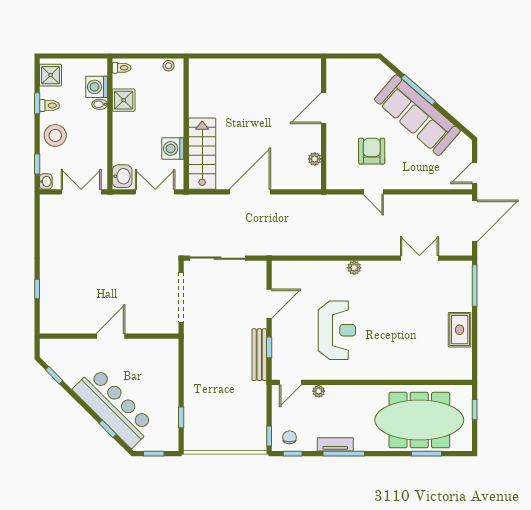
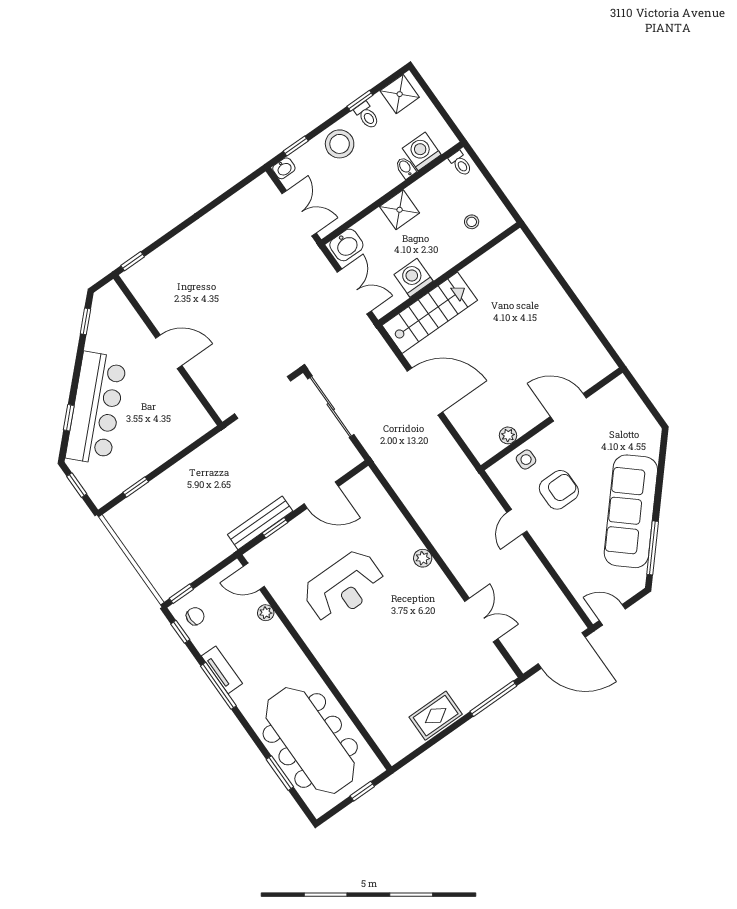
stool: (169, 66) -> (472, 222), moved
window: (418, 90) -> (653, 548), moved
shower: (124, 100) -> (400, 210), moved
side table: (338, 158) -> (526, 460), added
window: (37, 289) -> (133, 261), moved

